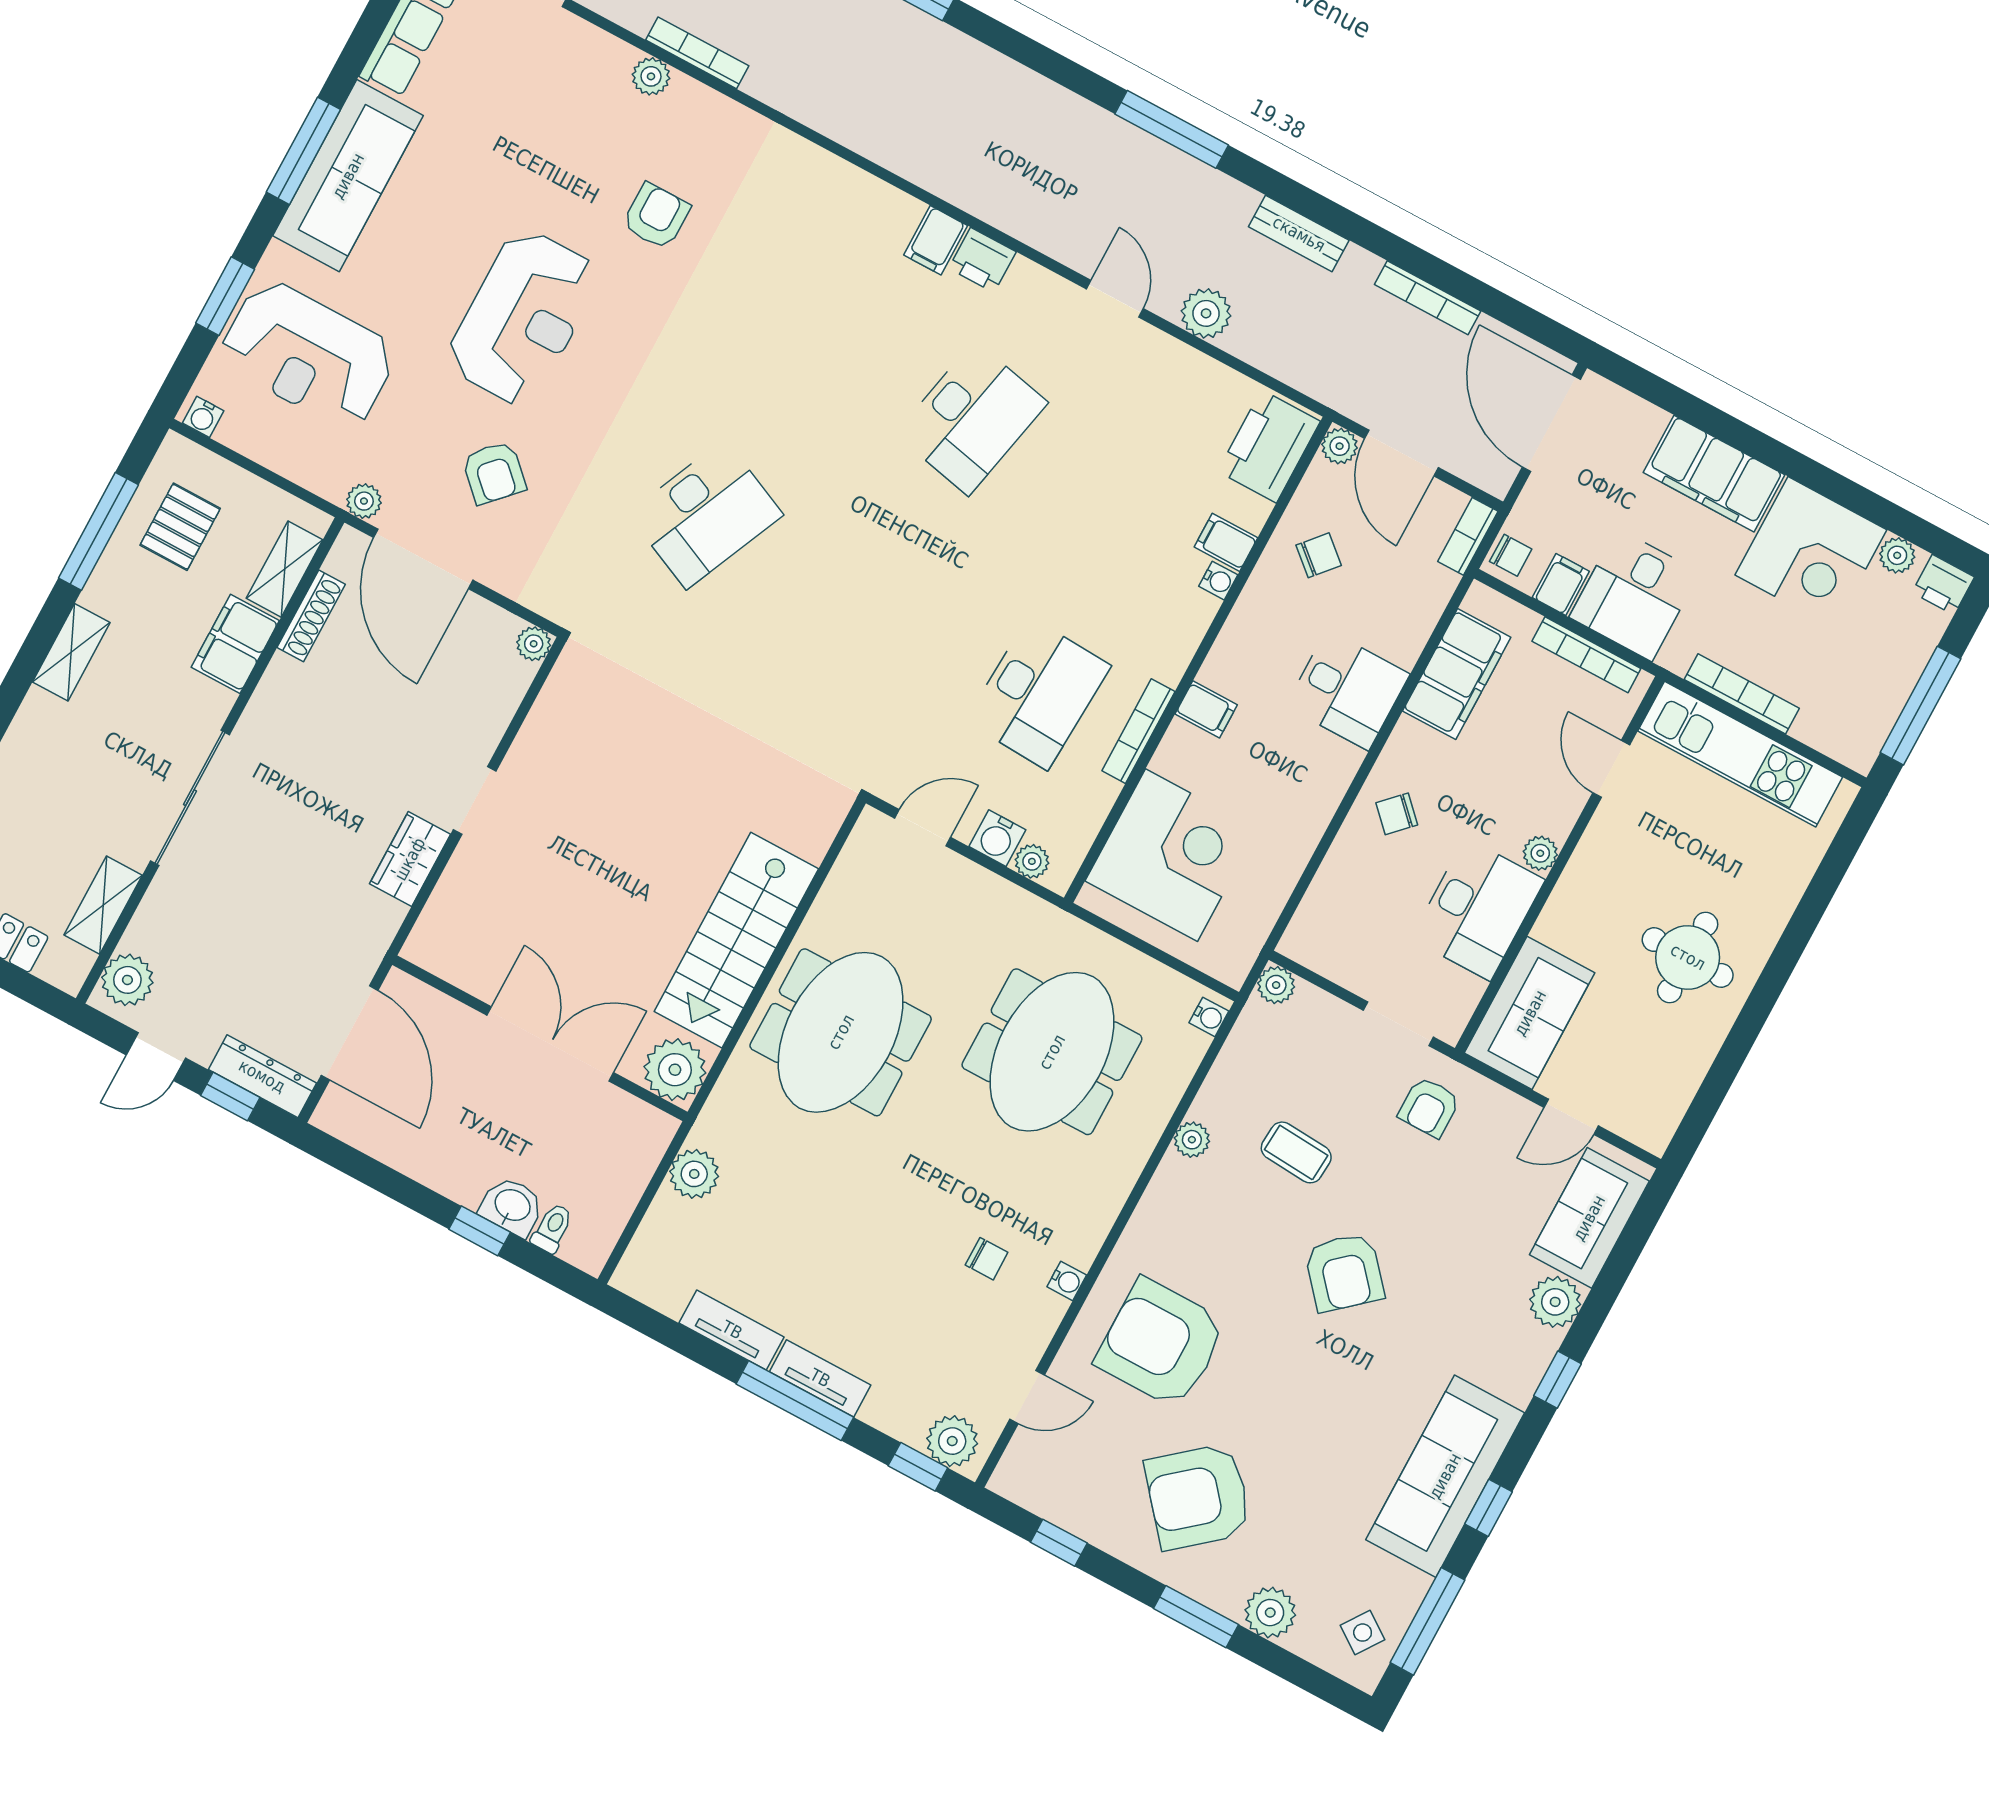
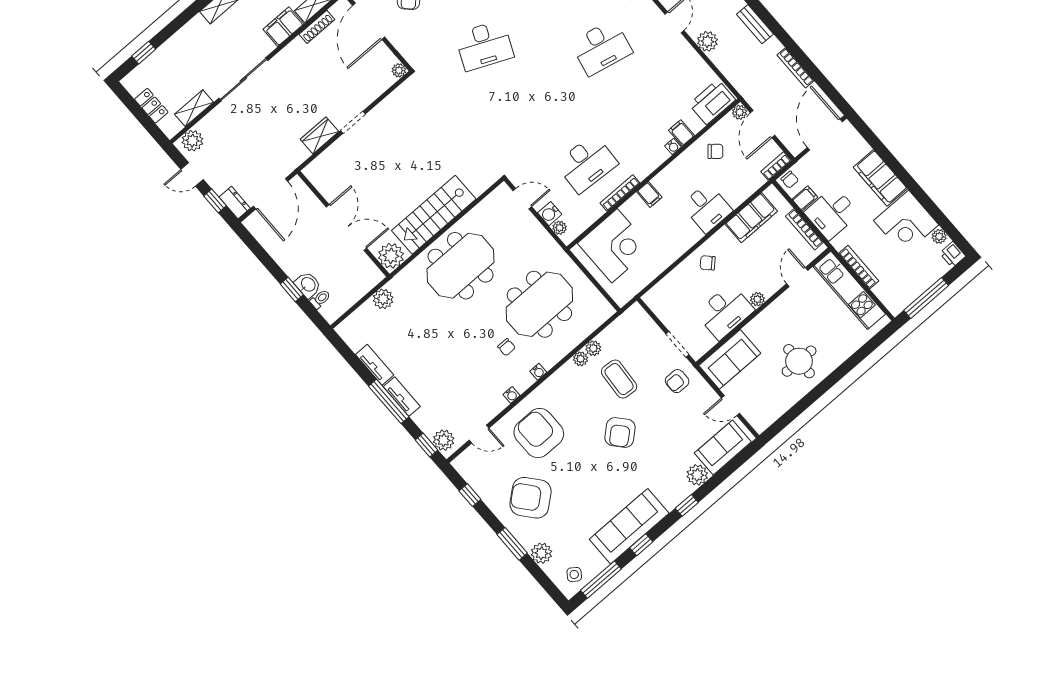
plant: (1276, 985) -> (593, 348), moved
water cooler: (1209, 1017) -> (538, 372), moved
dresser: (262, 1076) -> (235, 203), width x0.70
coffee table: (1296, 1152) -> (619, 379), width x1.36, depth x1.30
chair: (987, 1259) -> (506, 347), moved

